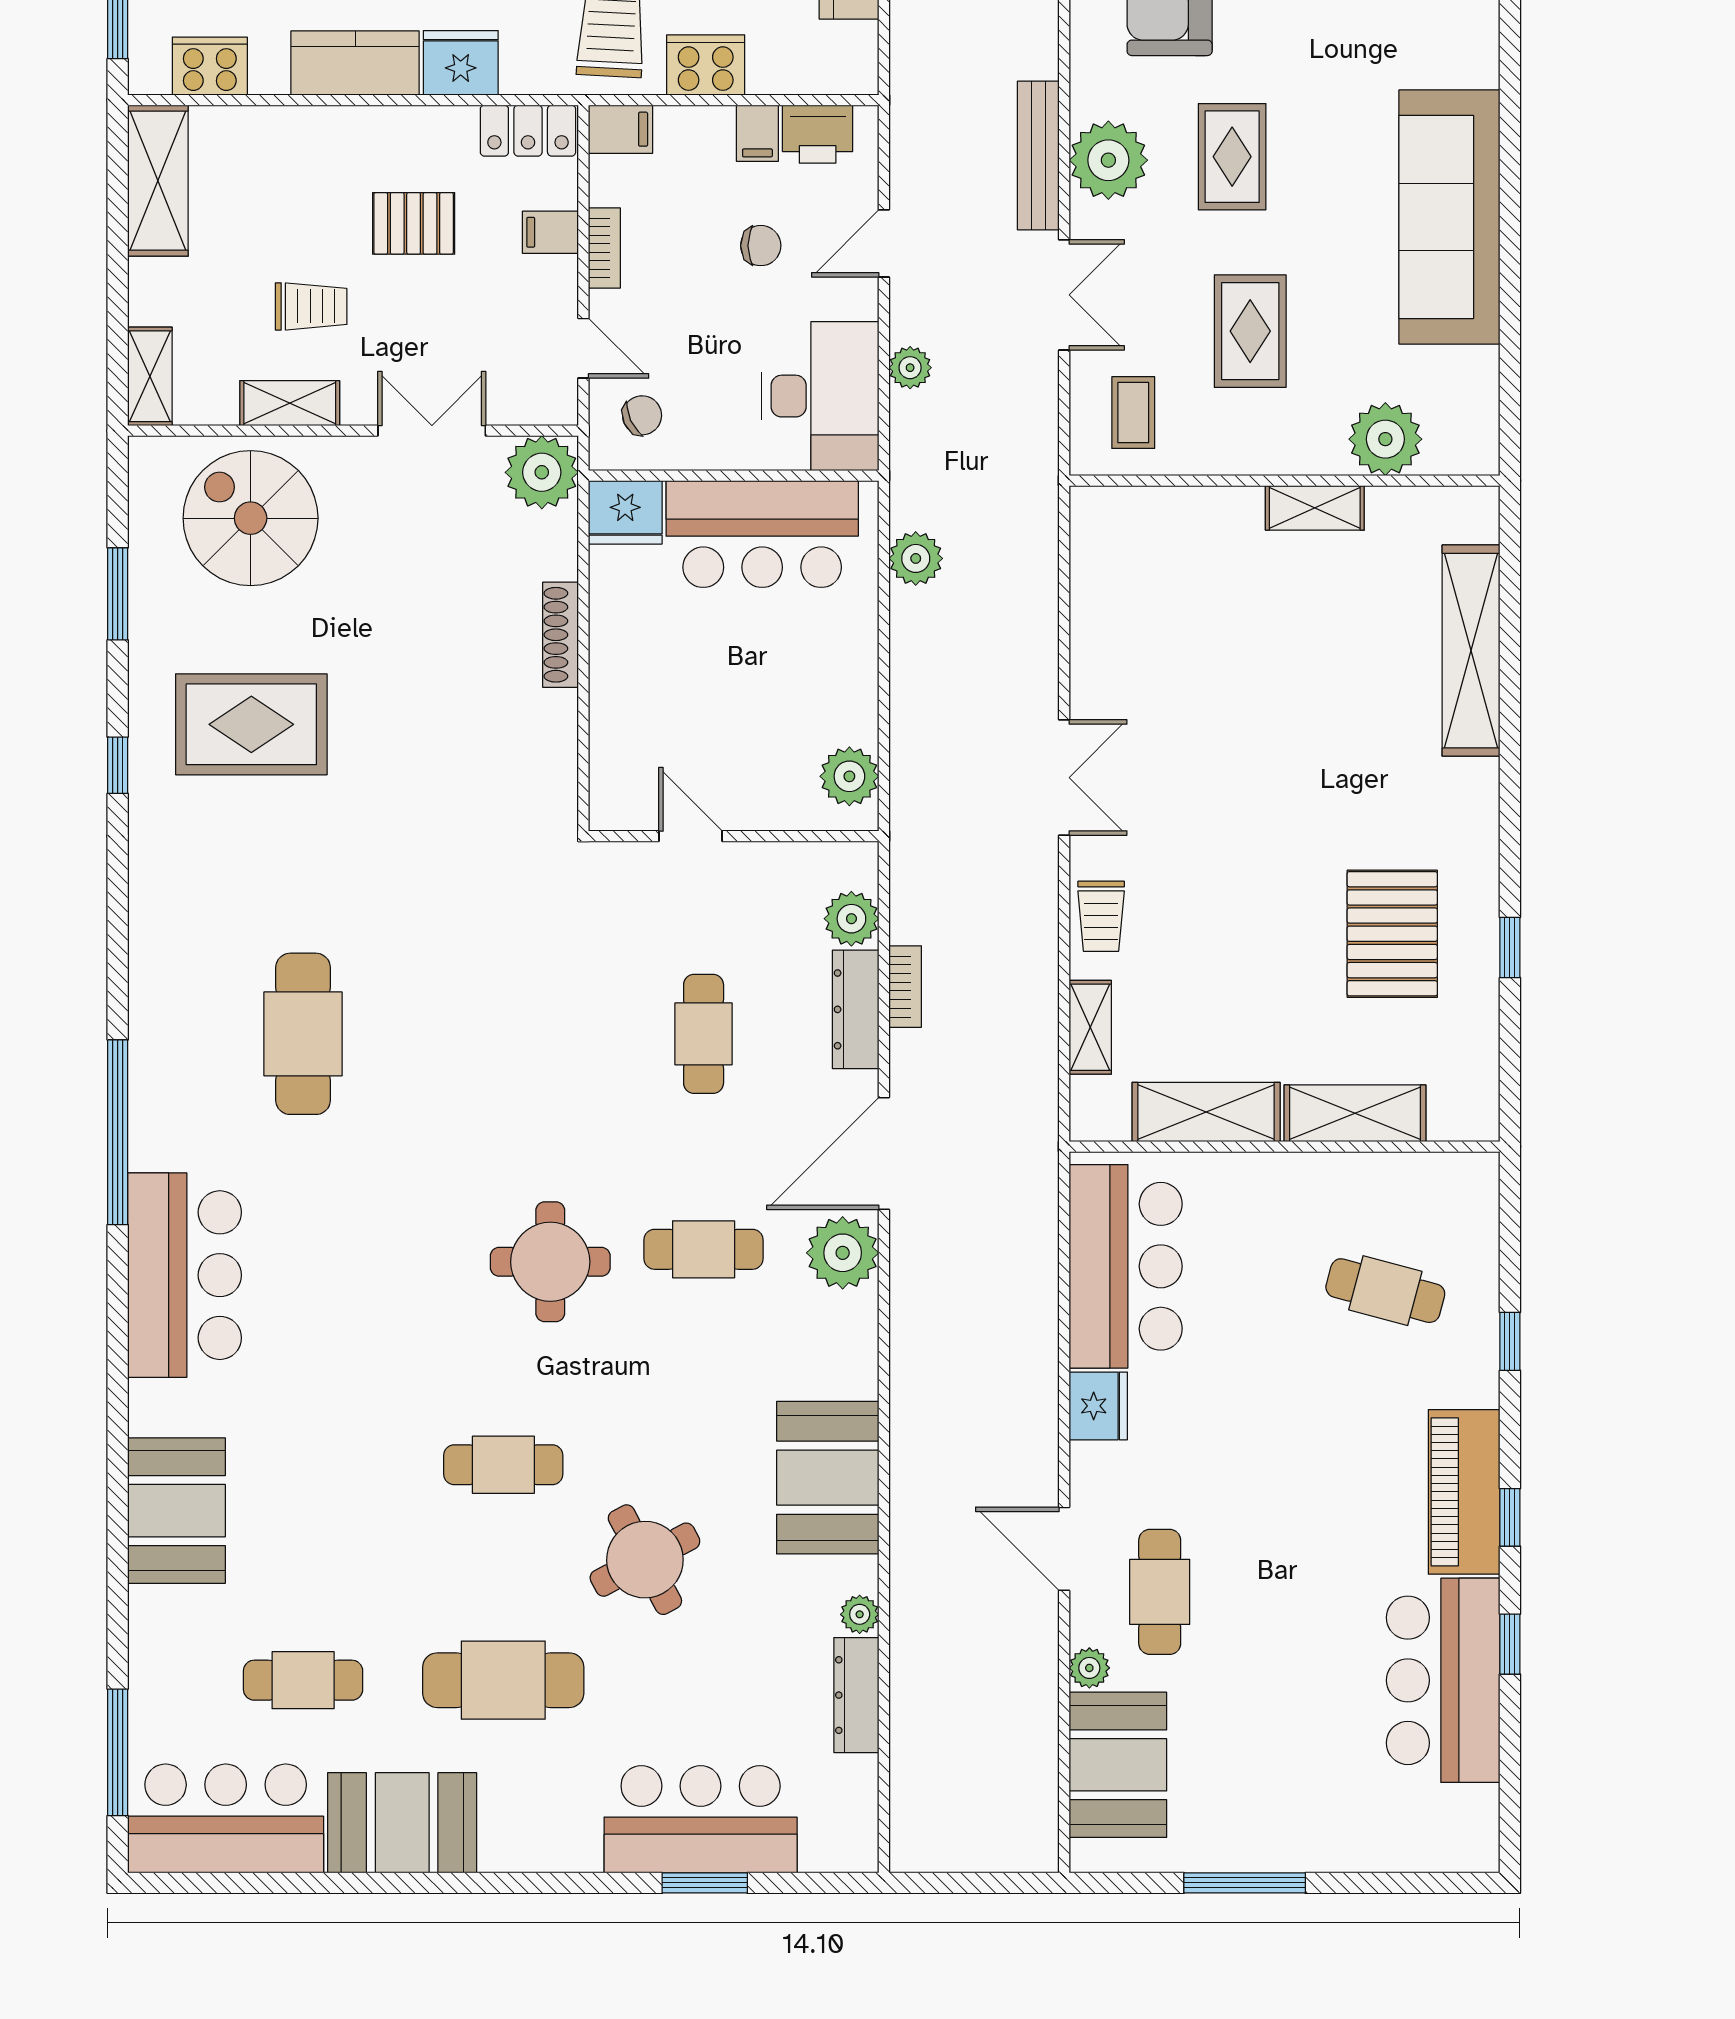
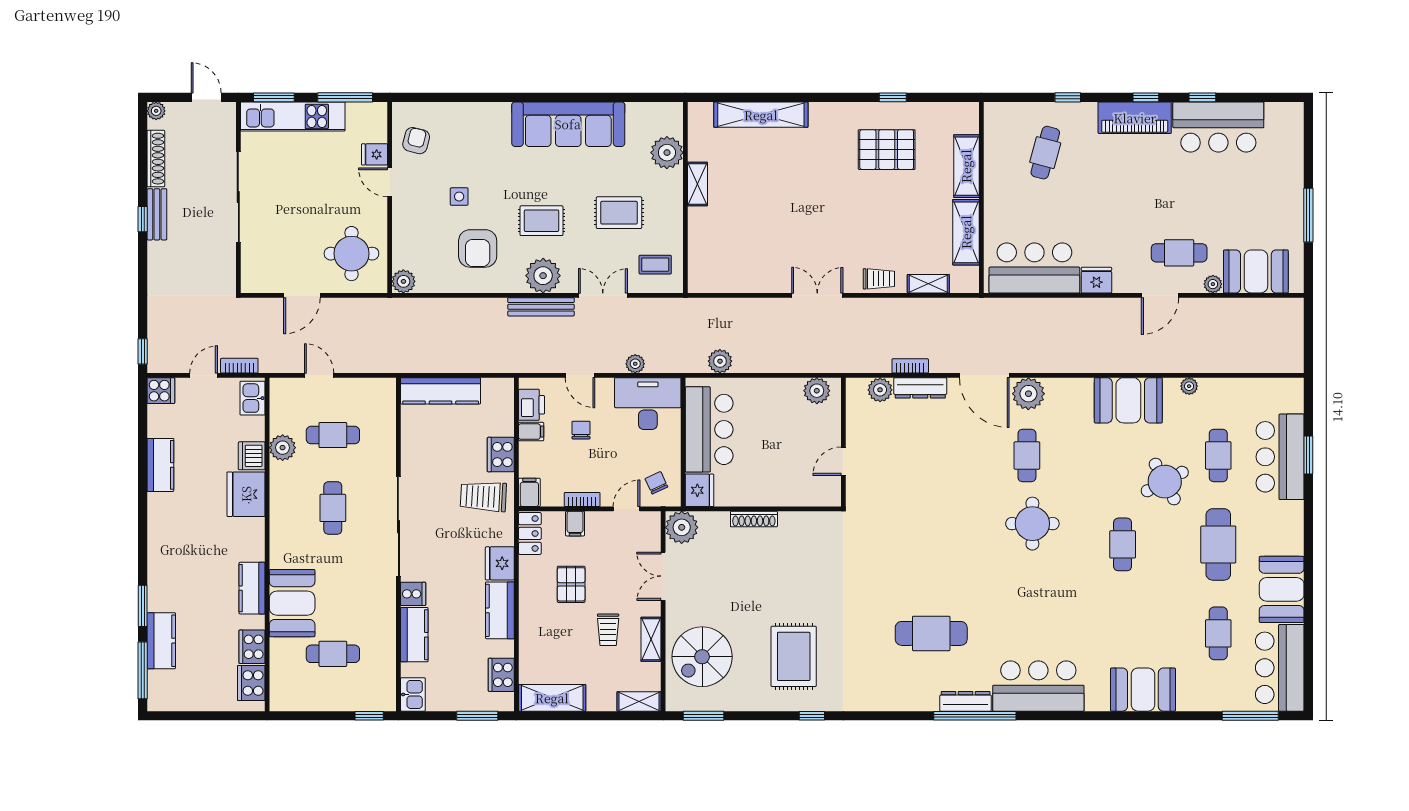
trolley: (311, 306) -> (608, 630), turned 180
window: (118, 594) -> (704, 716), moved
cafe table: (704, 1034) -> (1218, 455), moved, turned 90
dresser: (856, 1695) -> (966, 701), moved, turned 180

